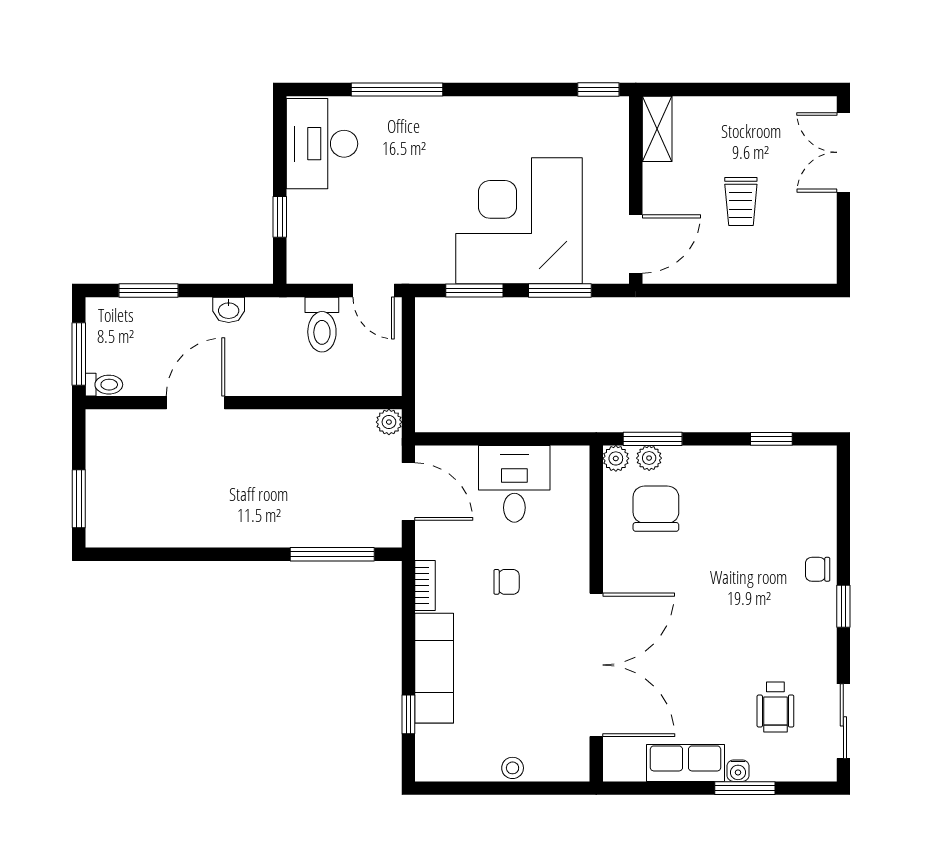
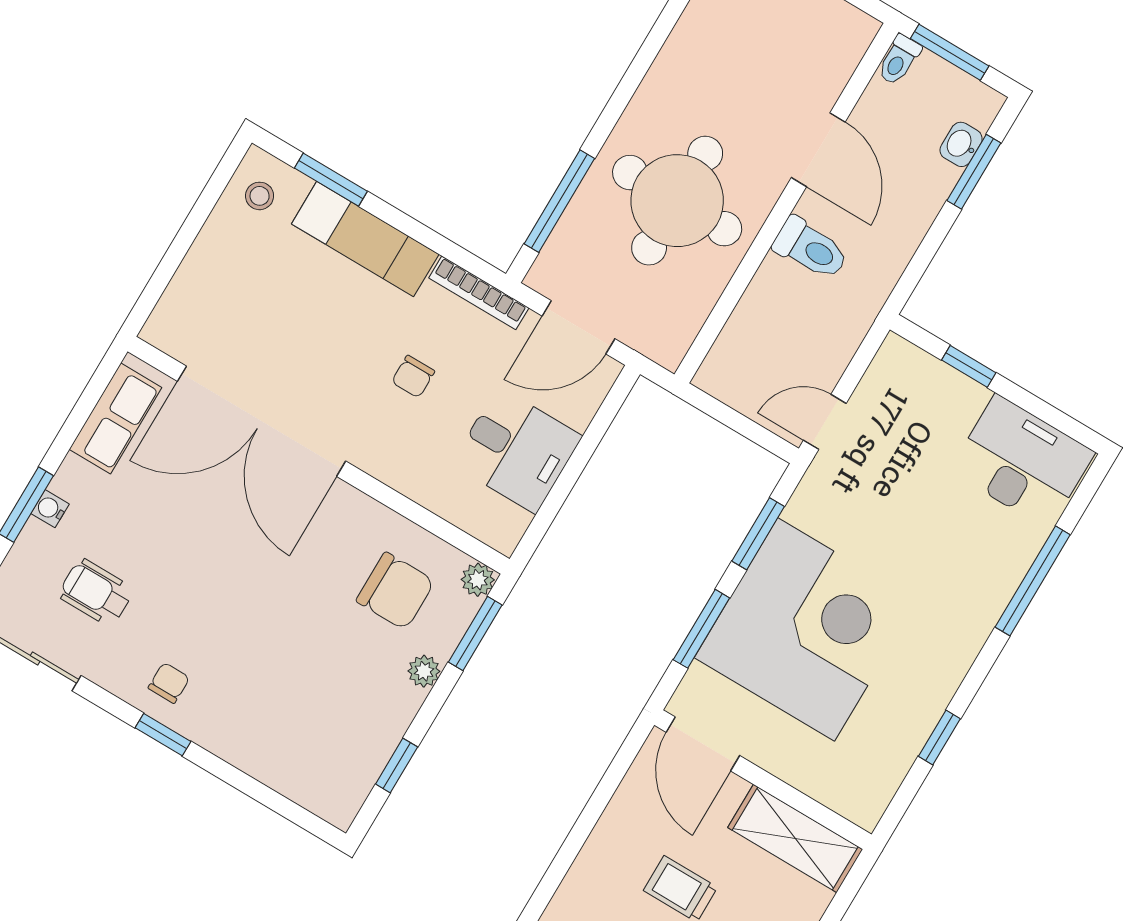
window: (598, 90) -> (939, 737), moved
shelving: (657, 129) -> (795, 838), width x1.50, depth x1.33
washbasin: (229, 310) -> (961, 144), moved
toilet: (322, 325) -> (811, 249), moved, turned 180
plant: (389, 422) -> (669, 352), removed
plant: (649, 458) -> (424, 671), moved
round table: (285, 476) -> (677, 201), added
chair: (818, 569) -> (169, 683), moved
bookcase: (425, 585) -> (479, 293), width x1.56
window: (408, 714) -> (331, 180), width x1.50
row of seats: (686, 763) -> (115, 418), moved
stool: (513, 768) -> (260, 196), moved

